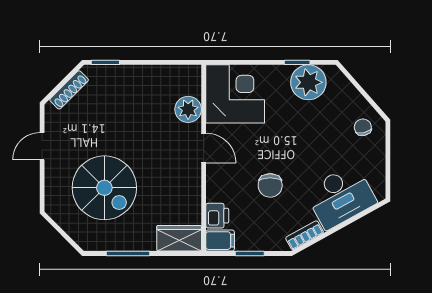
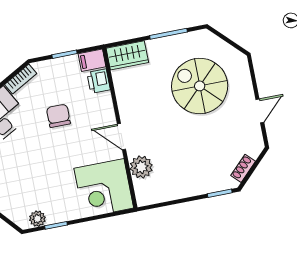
plant: (308, 82) -> (37, 219), width x0.53, depth x0.53
shoe rack: (69, 90) -> (243, 168), width x0.70

